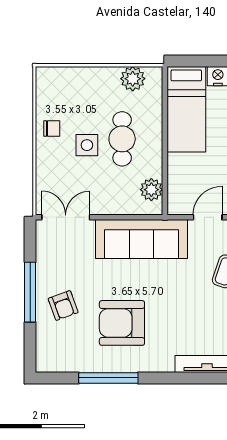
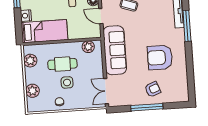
plant: (76, 79) -> (32, 91), added
armchair: (122, 323) -> (160, 57), turned 90
window: (108, 378) -> (187, 26), moved

